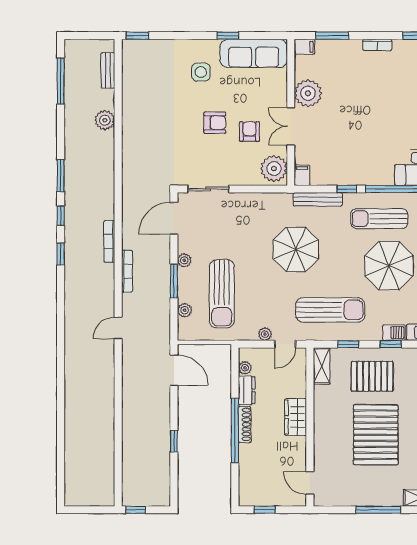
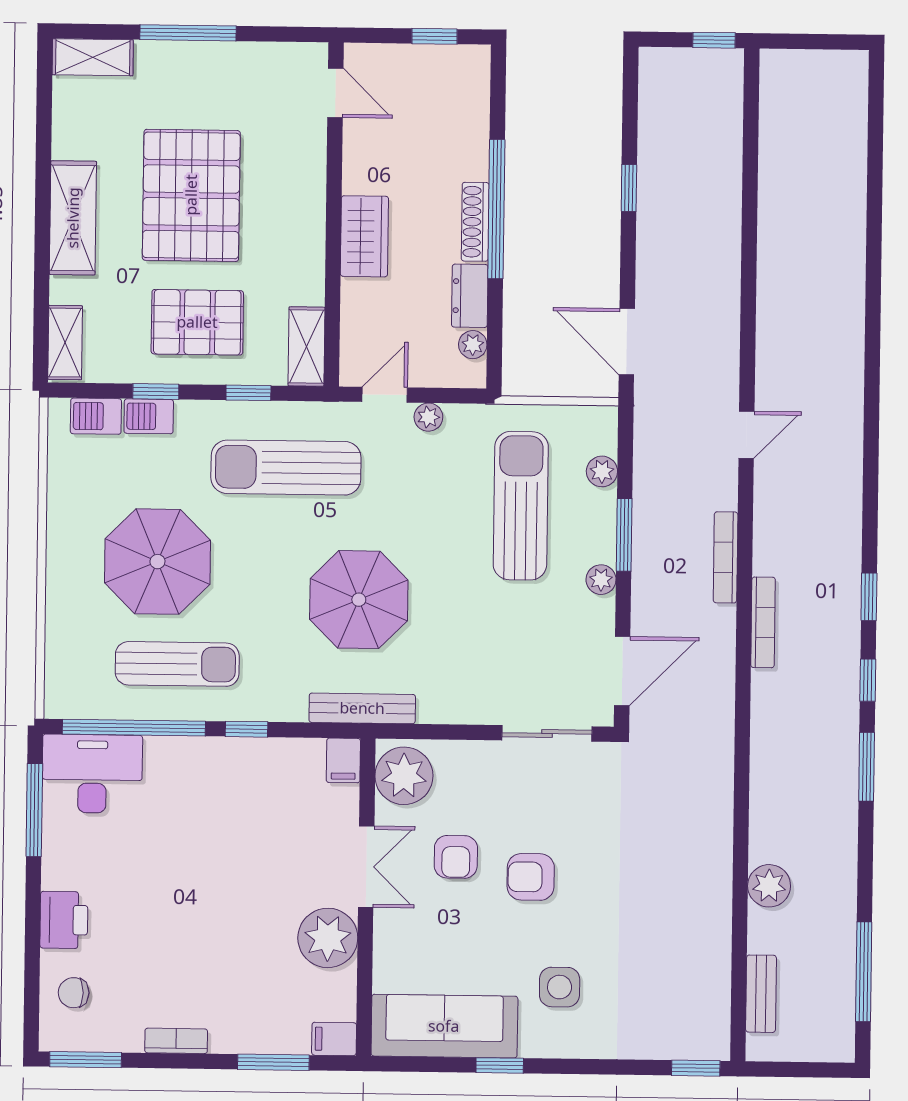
bench: (318, 199) -> (362, 708), moved

